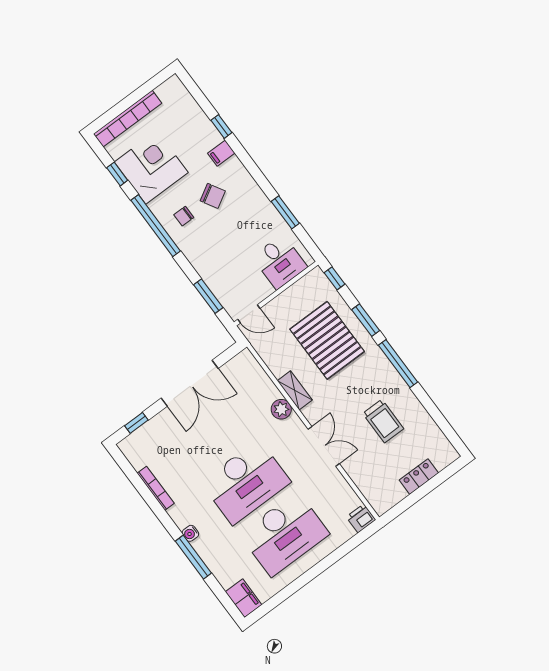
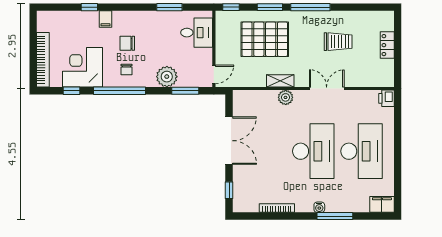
chair: (213, 196) -> (127, 43), turned -150
plant: (209, 265) -> (167, 77), added

